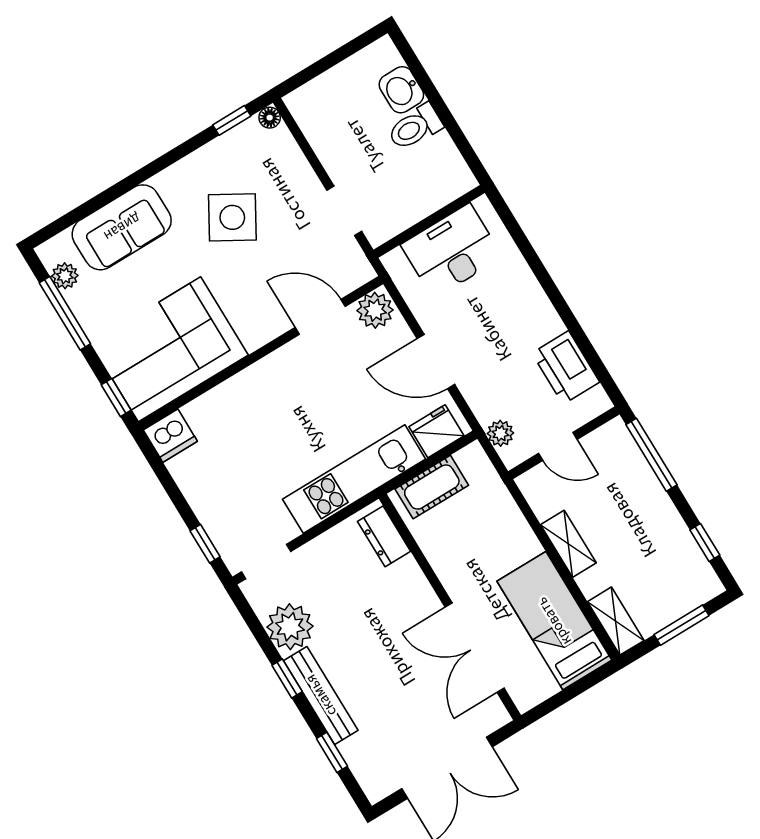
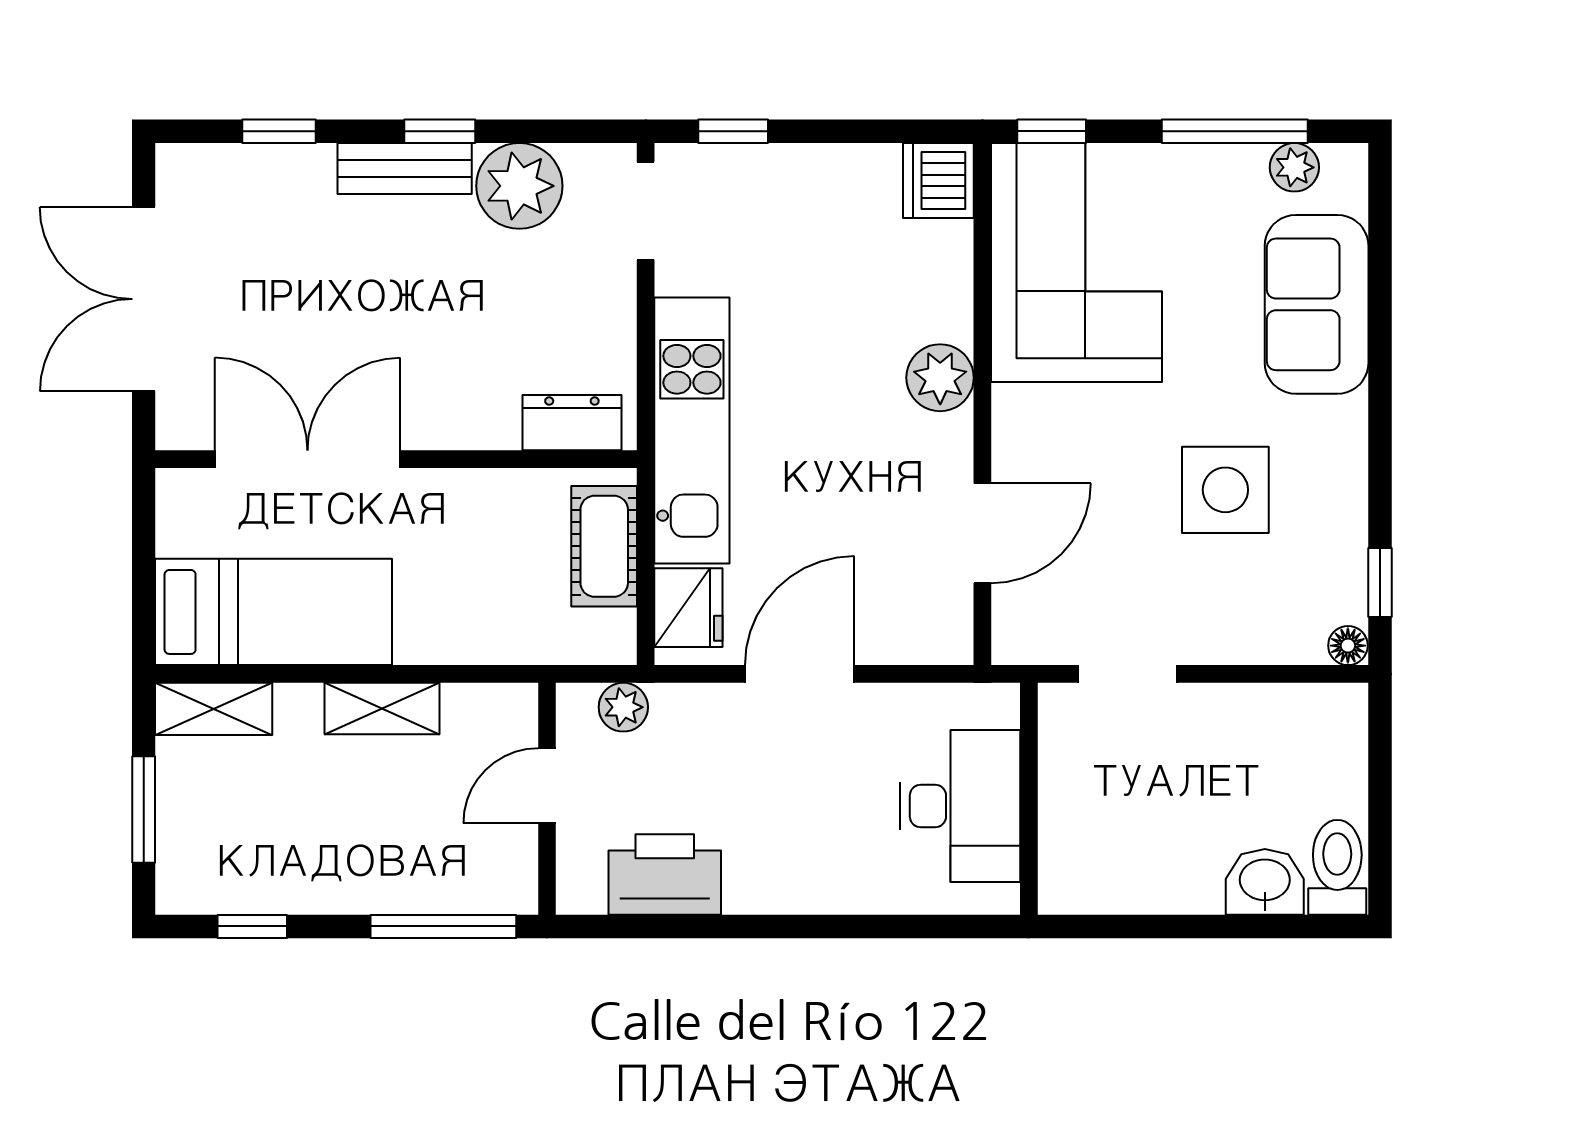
toilet: (415, 127) -> (1337, 867), moved
side table: (232, 217) -> (1225, 490), turned -30
plant: (375, 310) -> (940, 378), moved
bench: (321, 695) -> (405, 168), width x0.73

